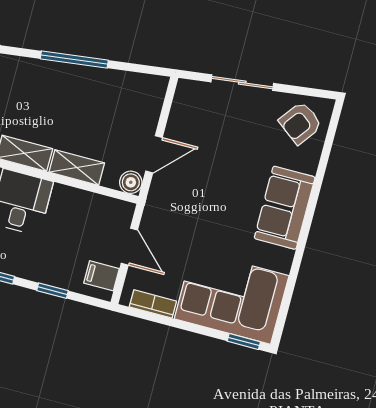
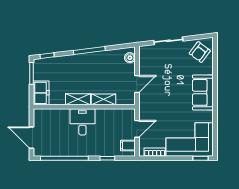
boiler: (131, 182) -> (130, 58), moved
door: (129, 247) -> (137, 129), hinge flipped

